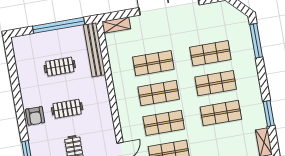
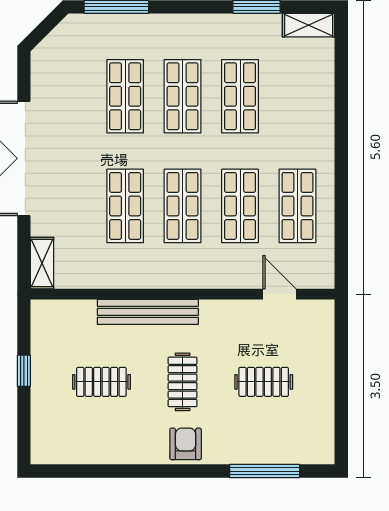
window: (59, 25) -> (24, 371), width x0.32
bench: (94, 50) -> (148, 312), moved
clothes rail: (60, 67) -> (101, 382), turned 90
armchair: (35, 116) -> (186, 444), turned -90

